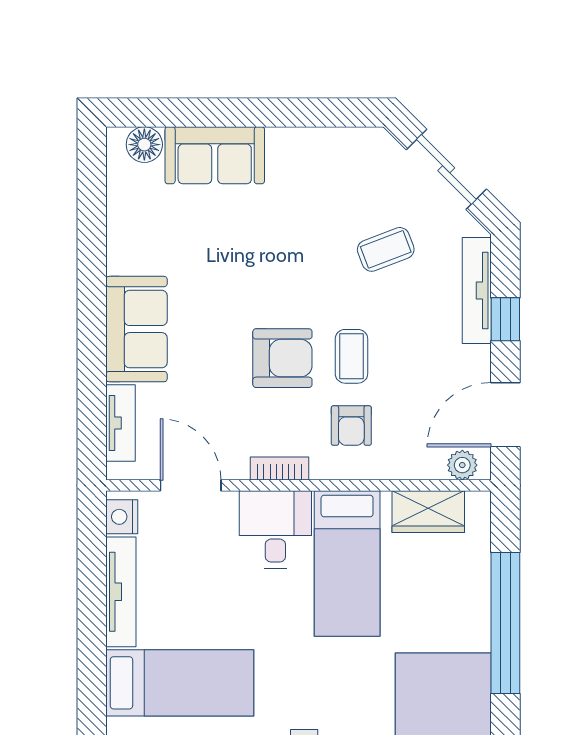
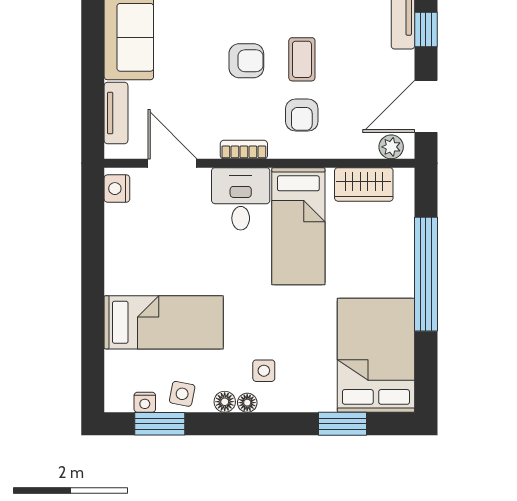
armchair: (282, 358) -> (246, 61), width x0.72, depth x0.72
tv unit: (121, 592) -> (116, 249), removed

